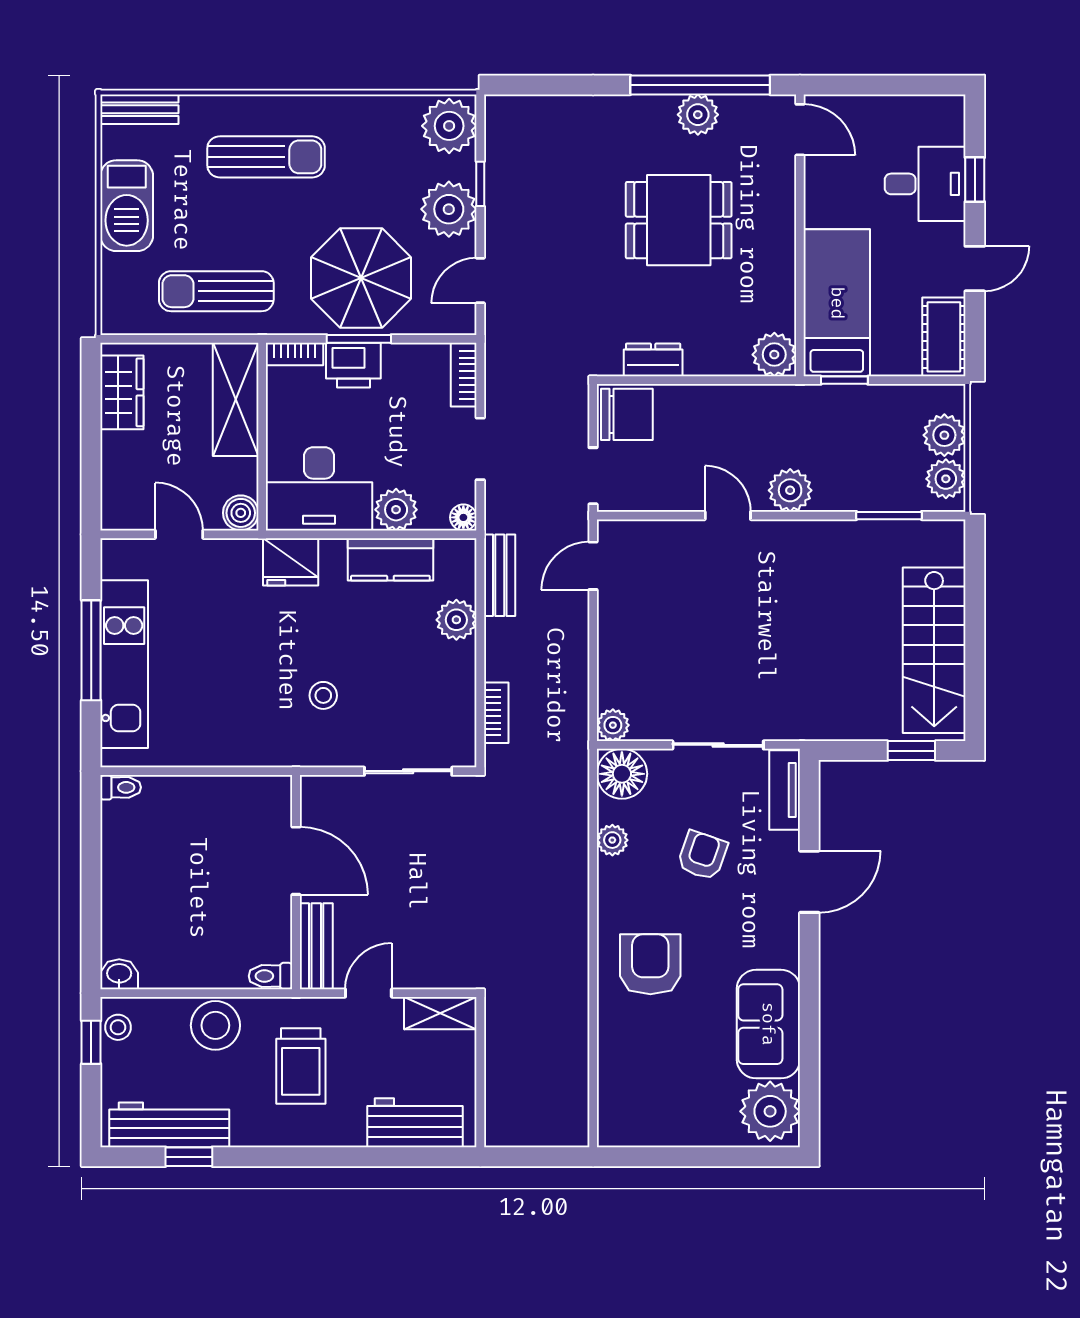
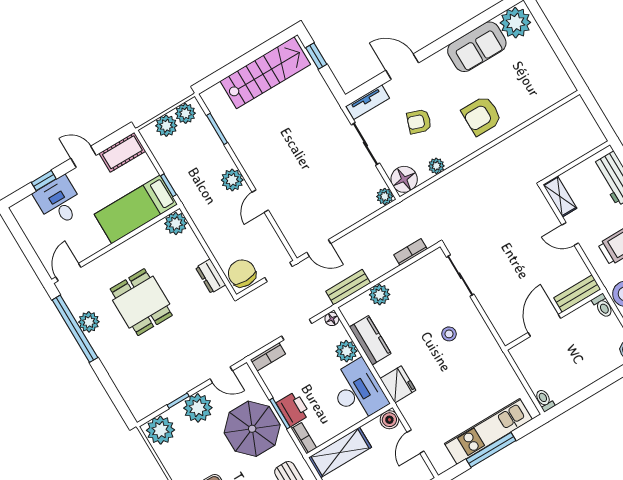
door: (296, 861) -> (544, 325), moved
wall: (296, 882) -> (554, 320), moved
bench: (316, 946) -> (577, 293), moved
toilet: (270, 976) -> (603, 306), moved

